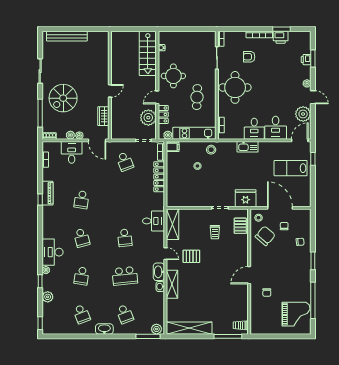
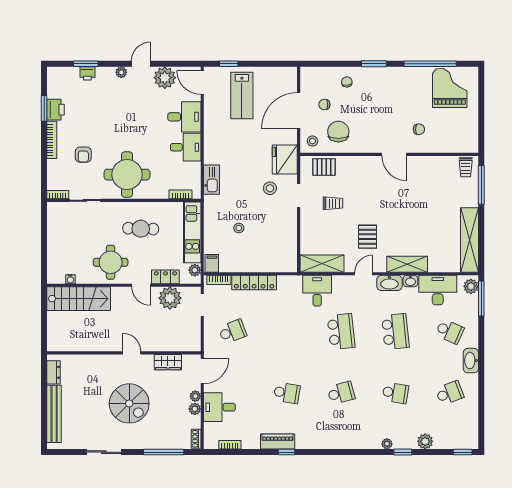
dresser: (96, 36) -> (54, 372), added
spiral stairs: (63, 98) -> (129, 403), moved
kitchen sink: (248, 147) -> (211, 180), moved
stool: (211, 150) -> (270, 188), moved
chair: (265, 236) -> (338, 132), turned 49
school desk: (125, 238) -> (341, 331), width x1.85
desk: (53, 252) -> (438, 290), moved, turned 180
school desk: (125, 314) -> (450, 331), turned 45

